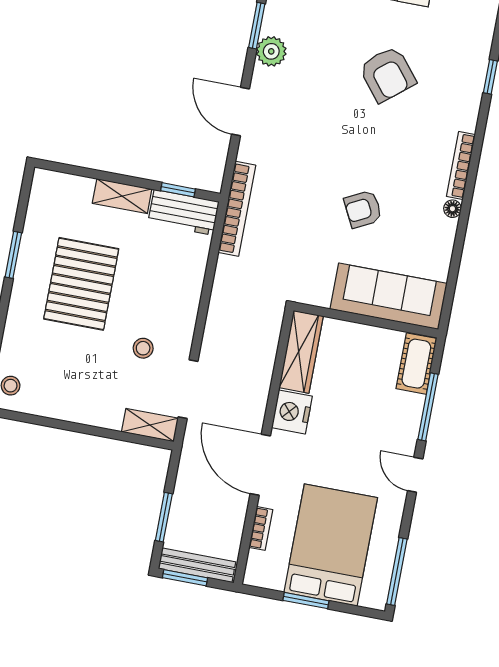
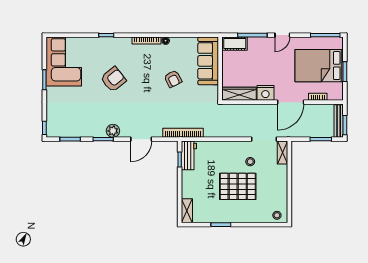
shelving: (122, 196) -> (187, 211), moved
pallet: (81, 284) -> (238, 186), moved

